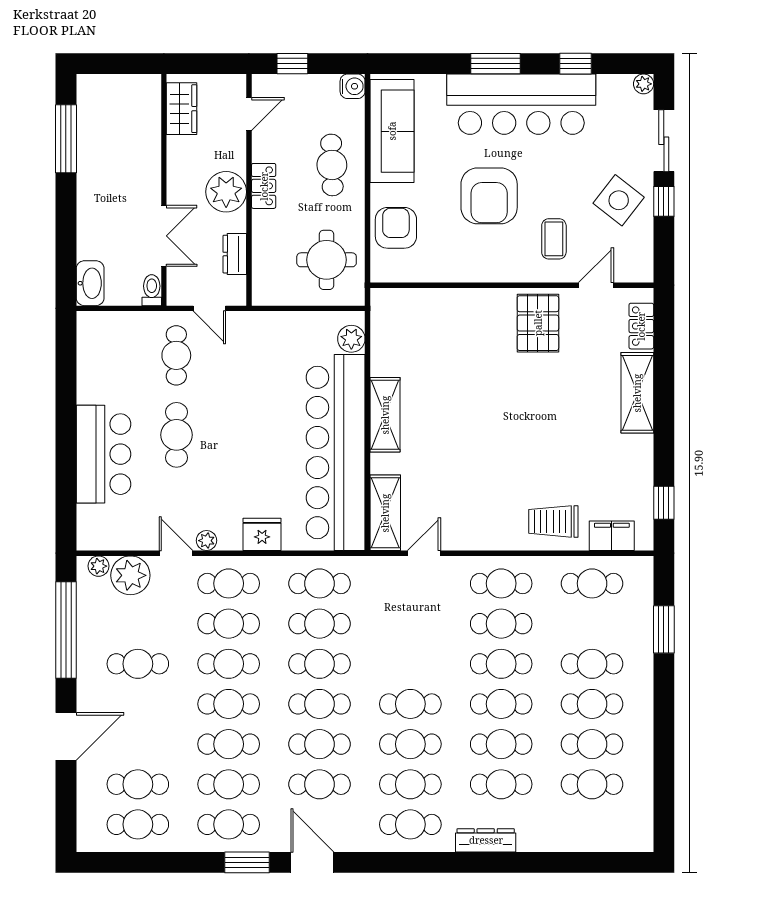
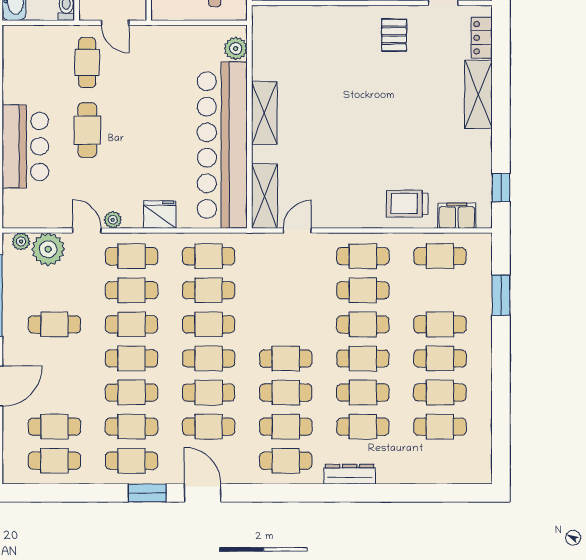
pallet: (538, 323) -> (394, 35), width x0.67, depth x0.71

